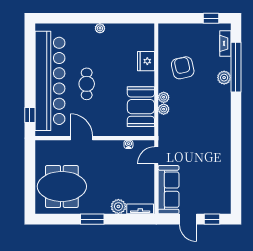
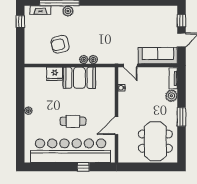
booth: (141, 107) -> (79, 78), moved
window: (30, 115) -> (83, 167), moved

